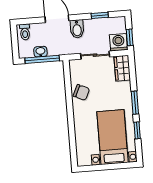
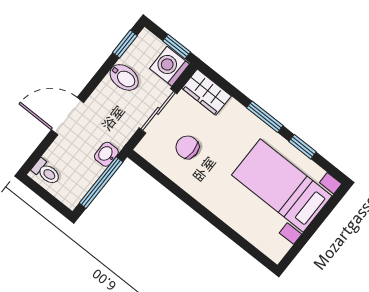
window: (100, 15) -> (125, 44), moved
bidet: (77, 29) -> (124, 77), moved
washbasin: (40, 52) -> (106, 154), moved
chair: (81, 92) -> (187, 147), moved, turned -115

